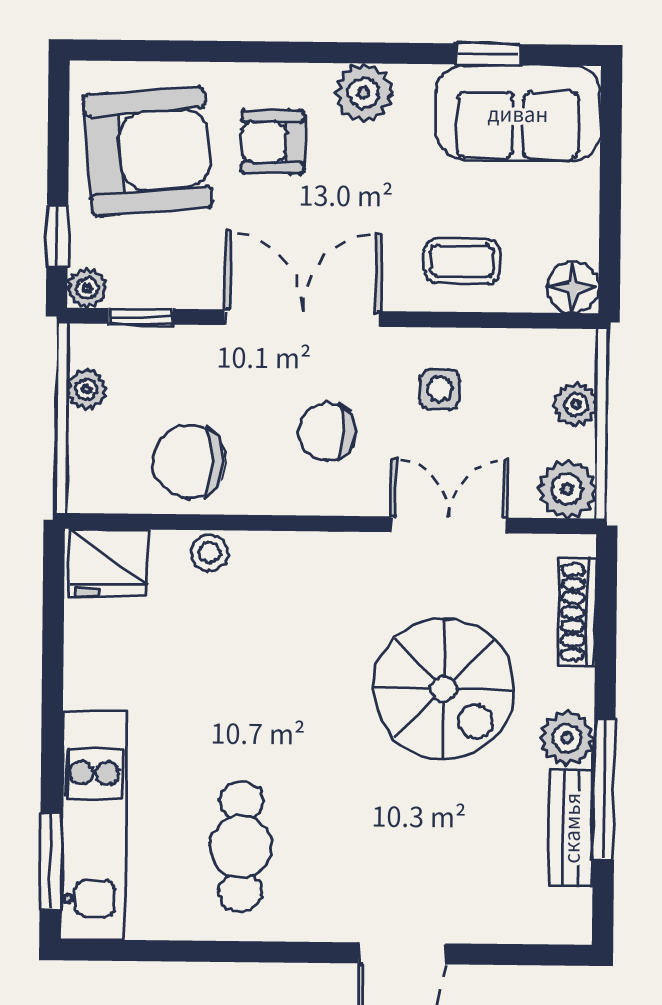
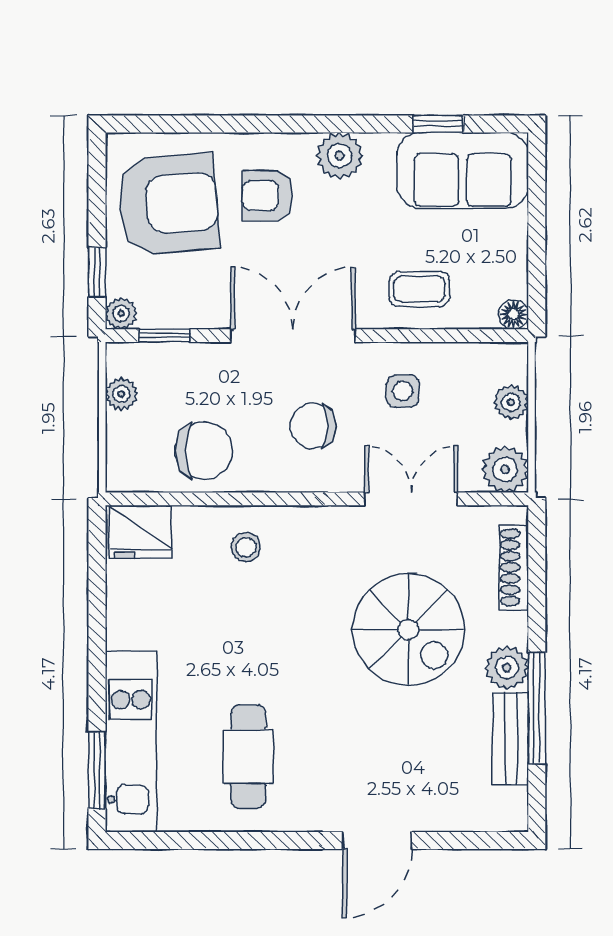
floor lamp: (573, 287) -> (513, 314), width x0.73, depth x0.73
chair: (189, 462) -> (204, 451), turned 180
stool: (209, 553) -> (246, 547), moved

